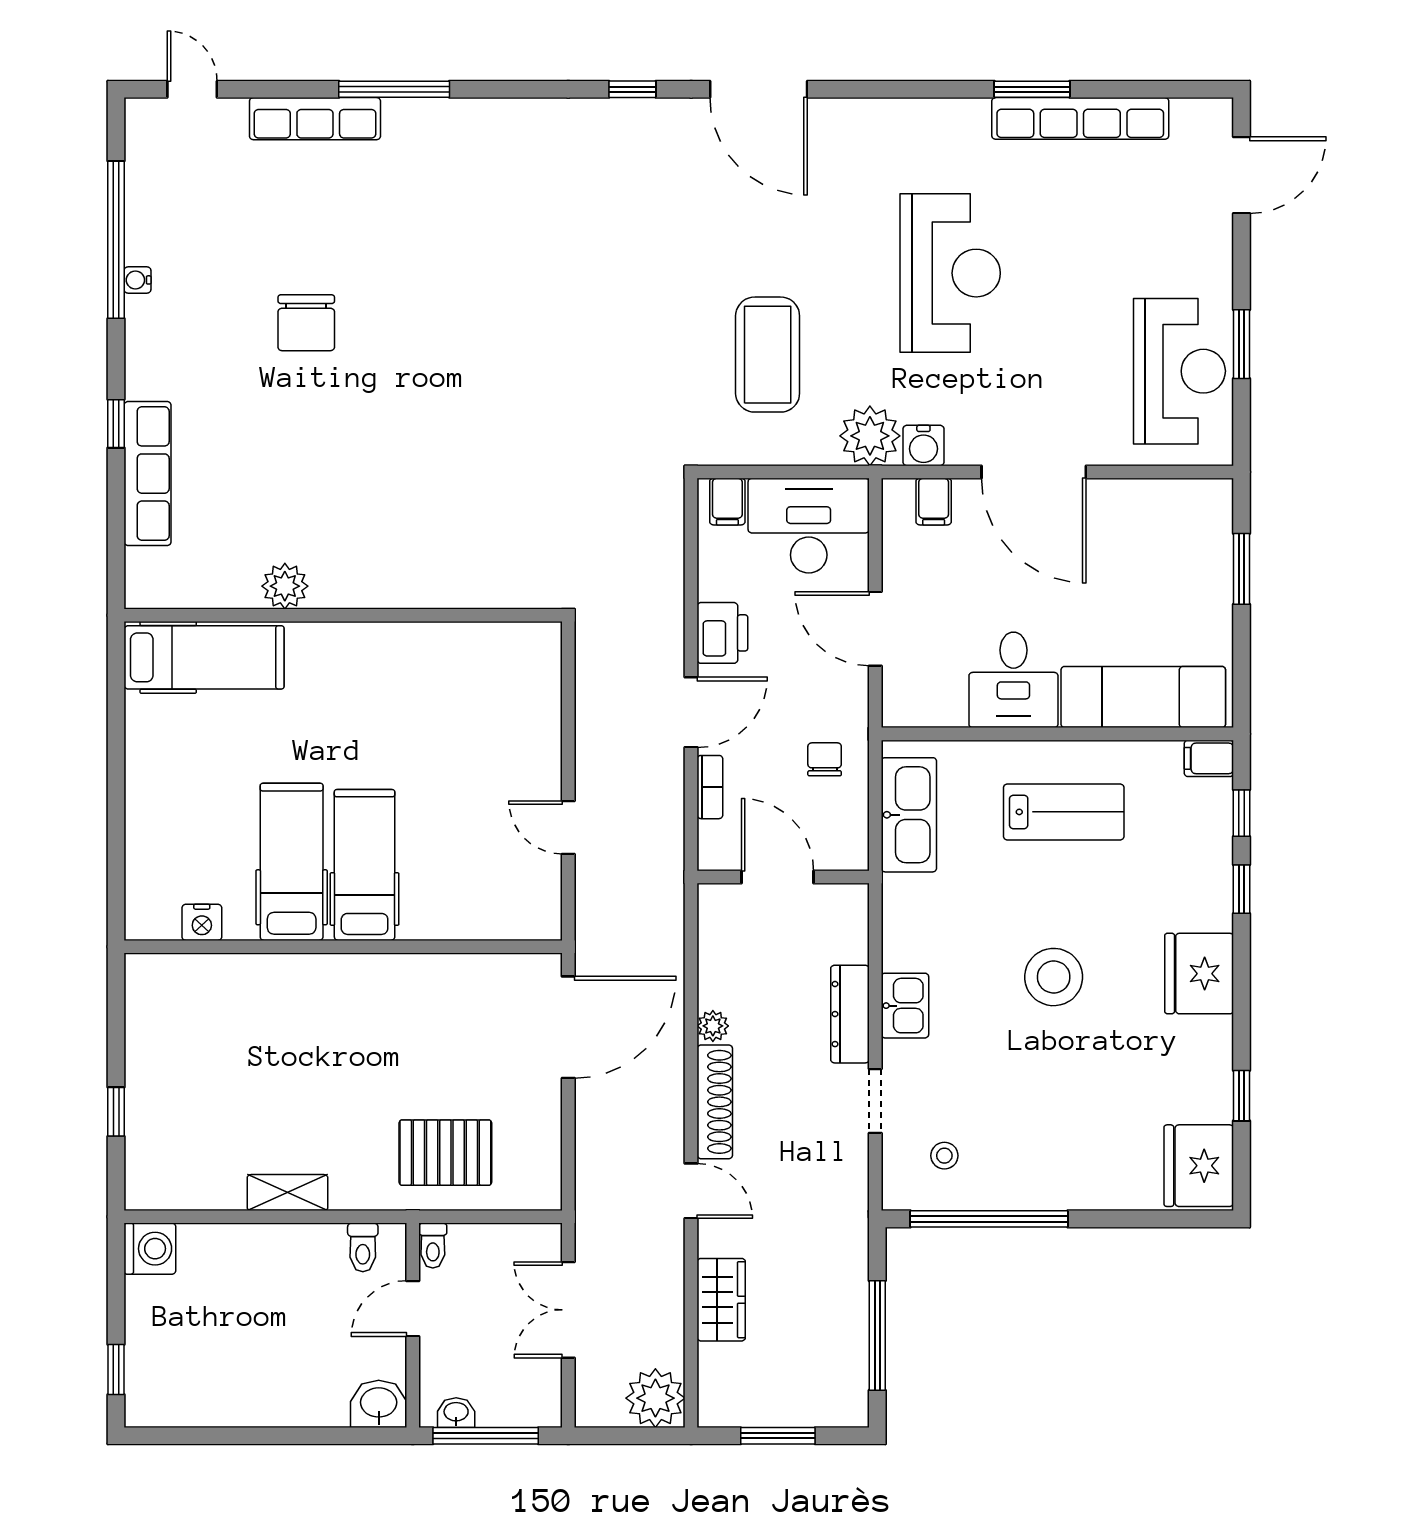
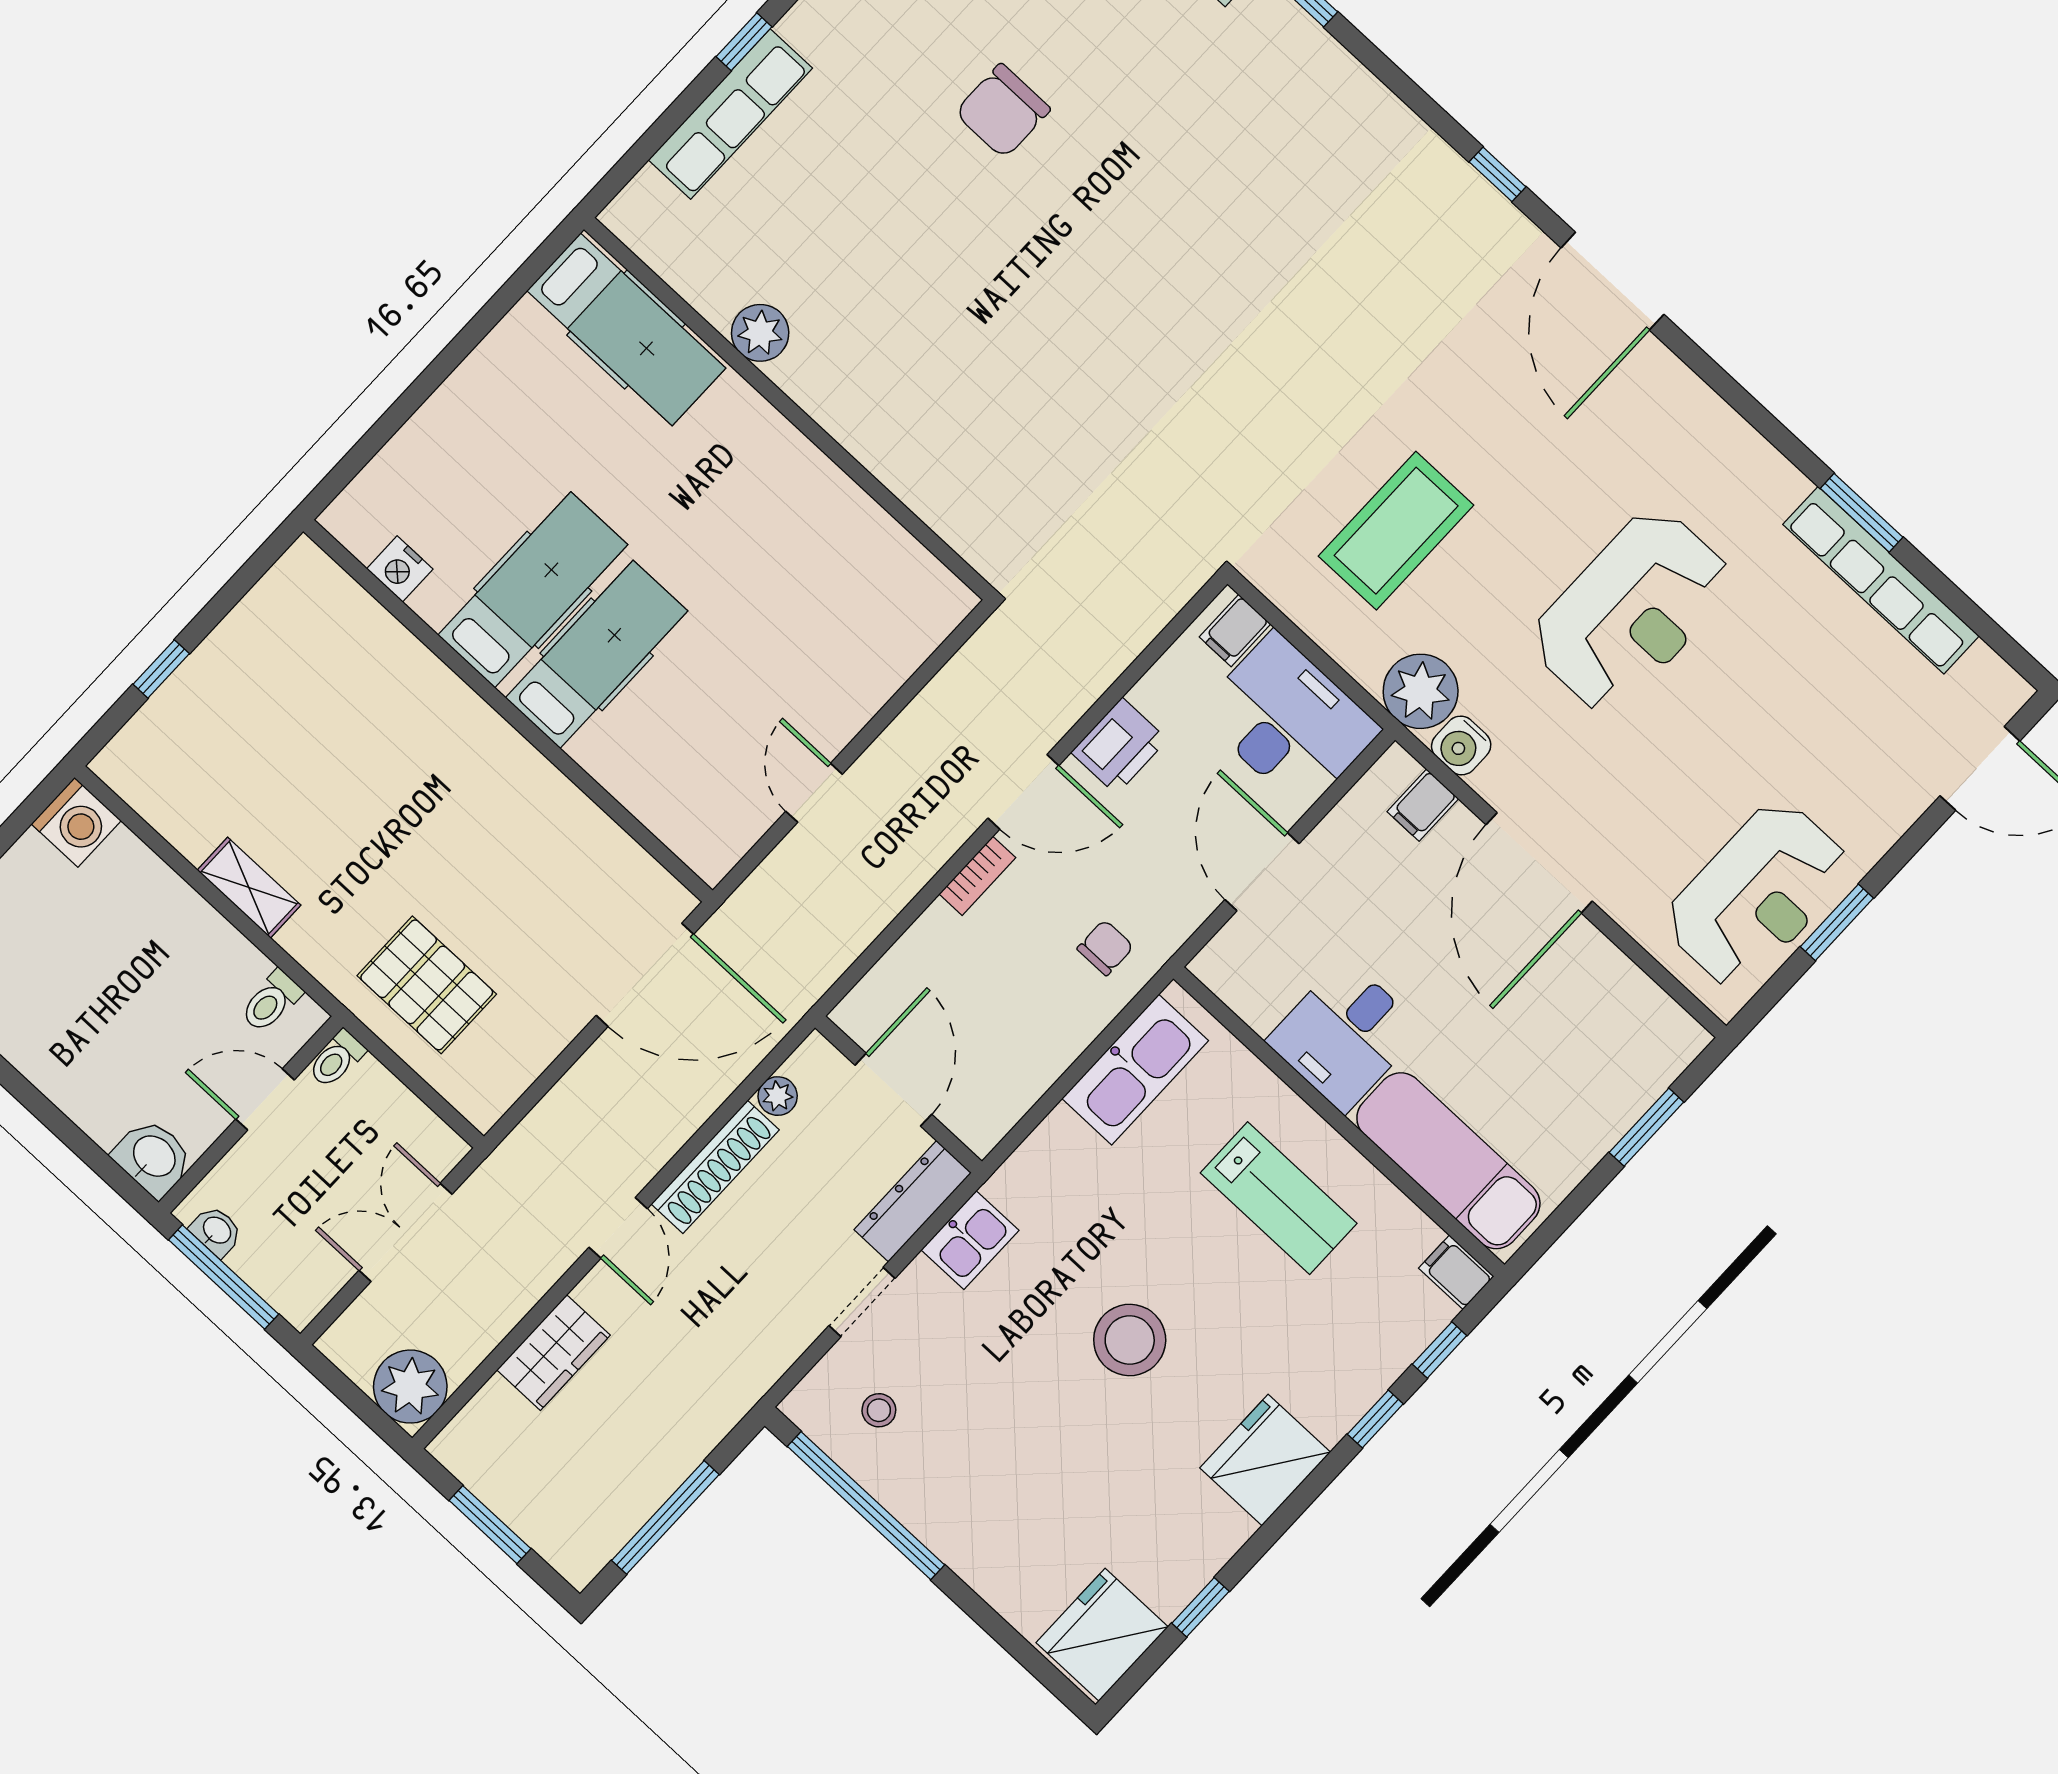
door: (777, 877) -> (893, 1090), moved
wall: (783, 877) -> (898, 1095), moved

